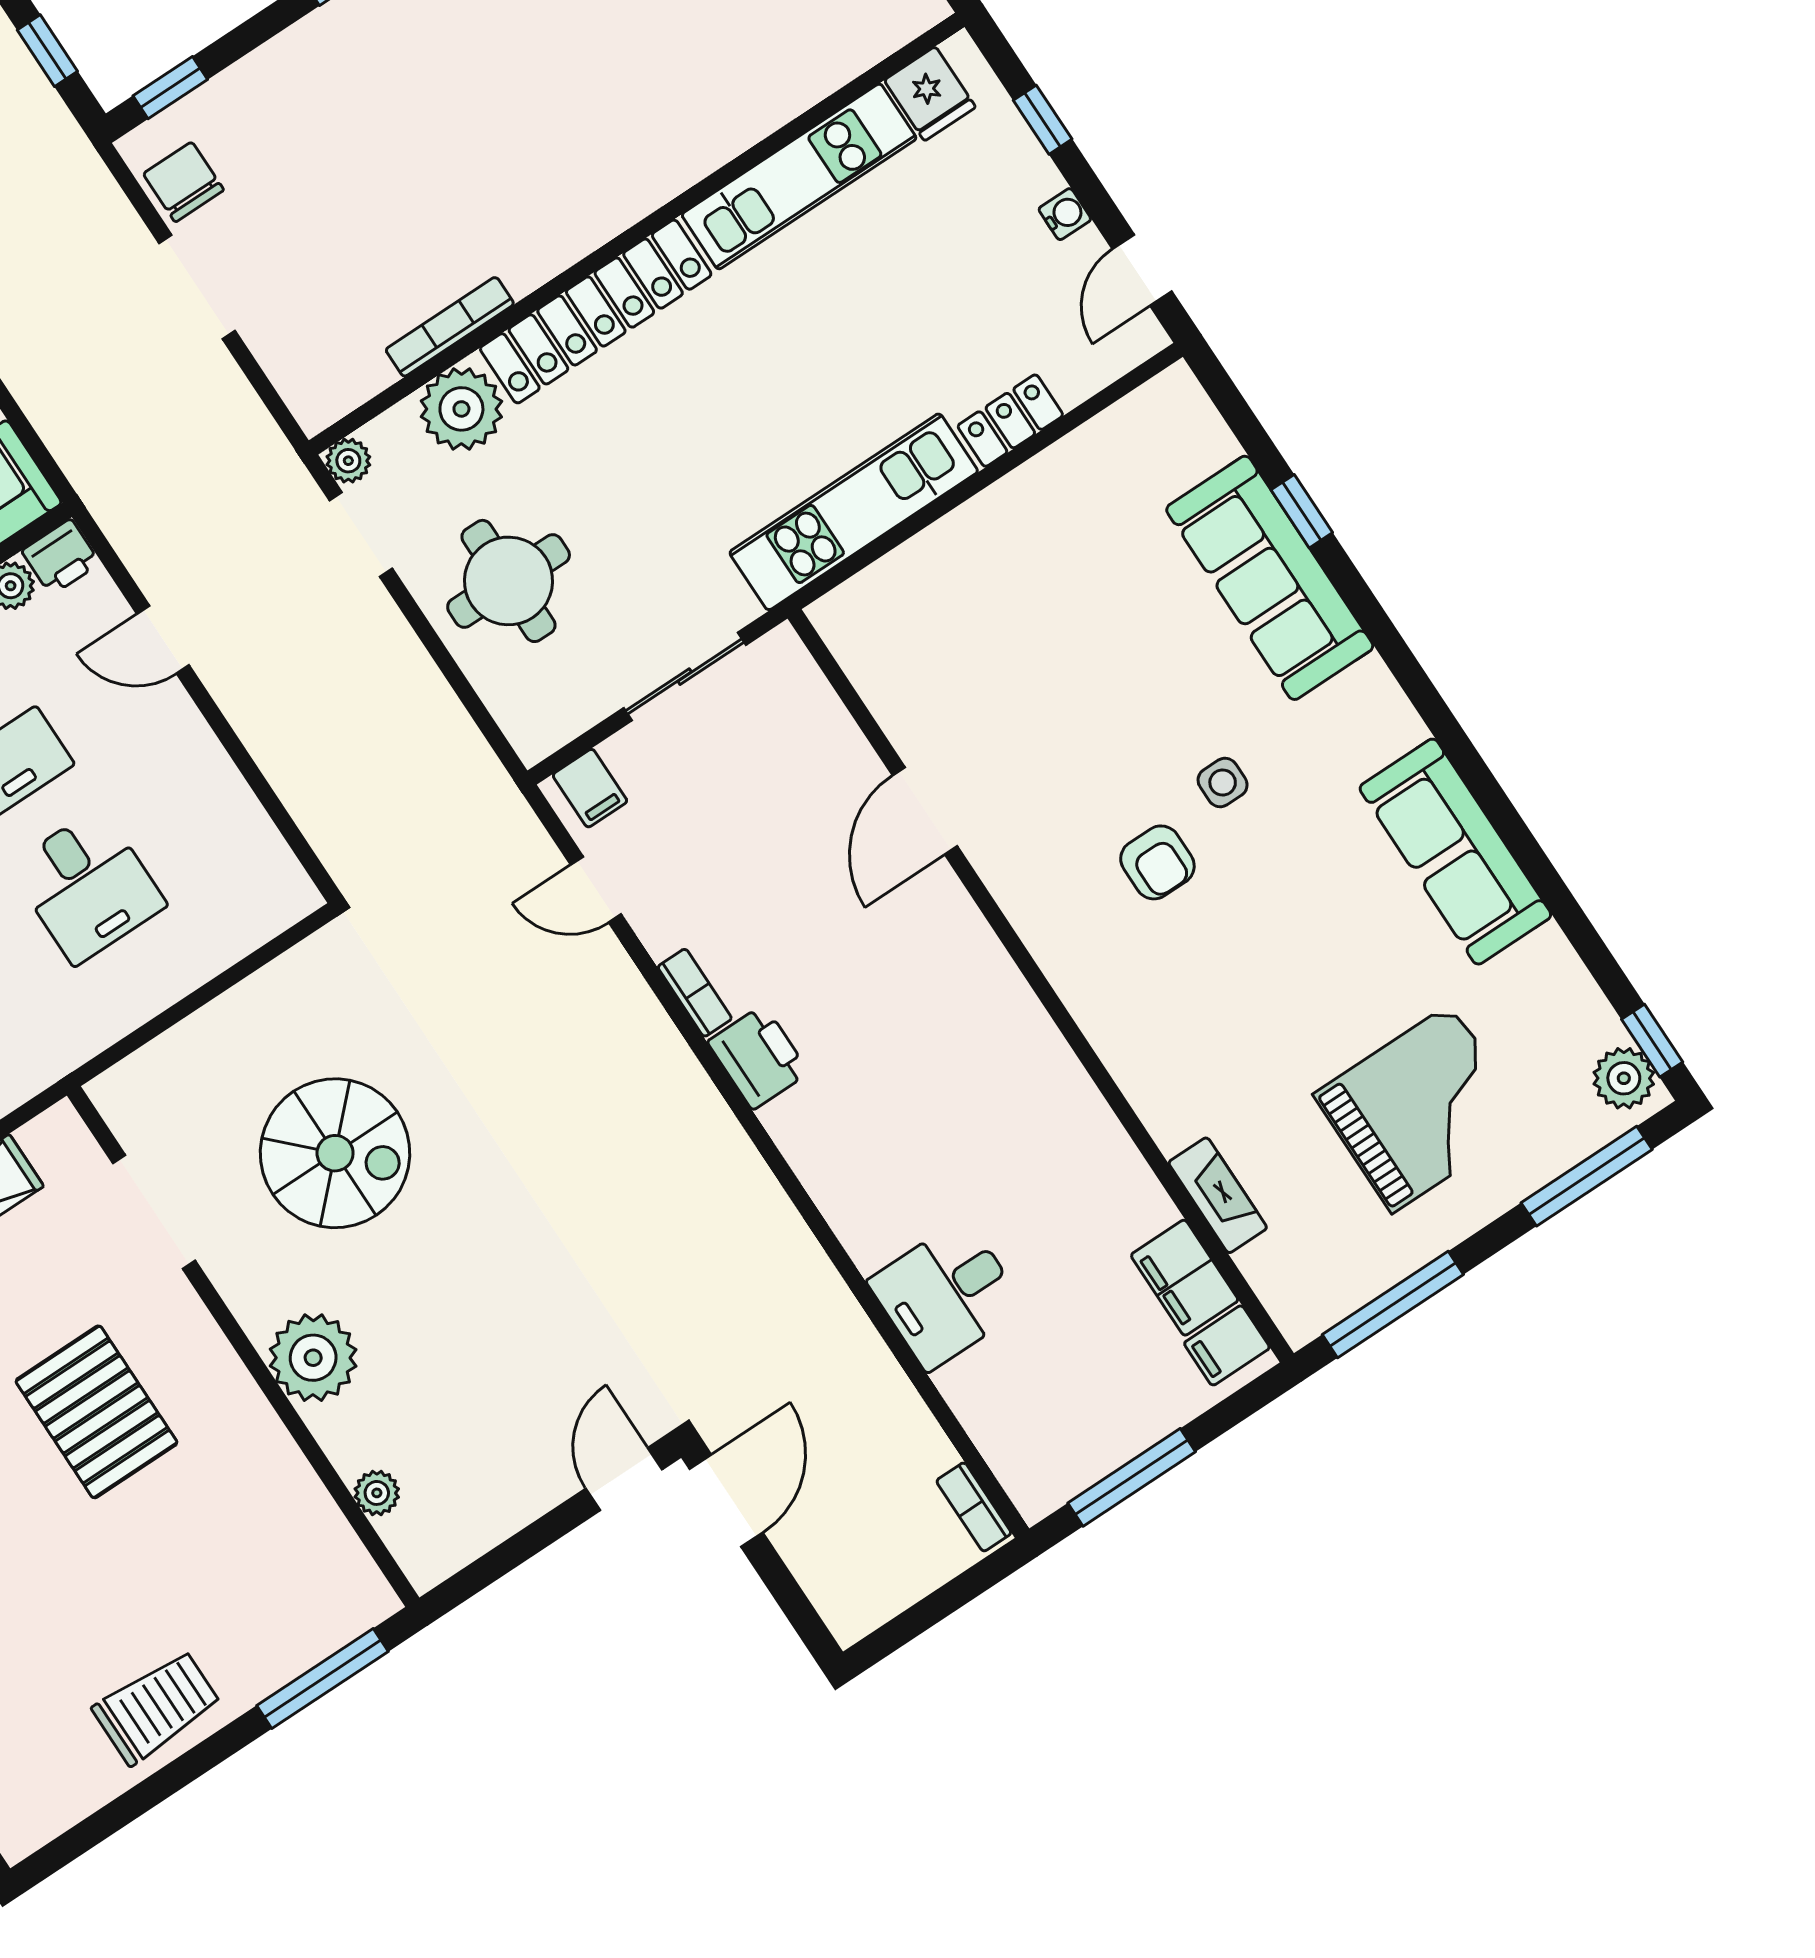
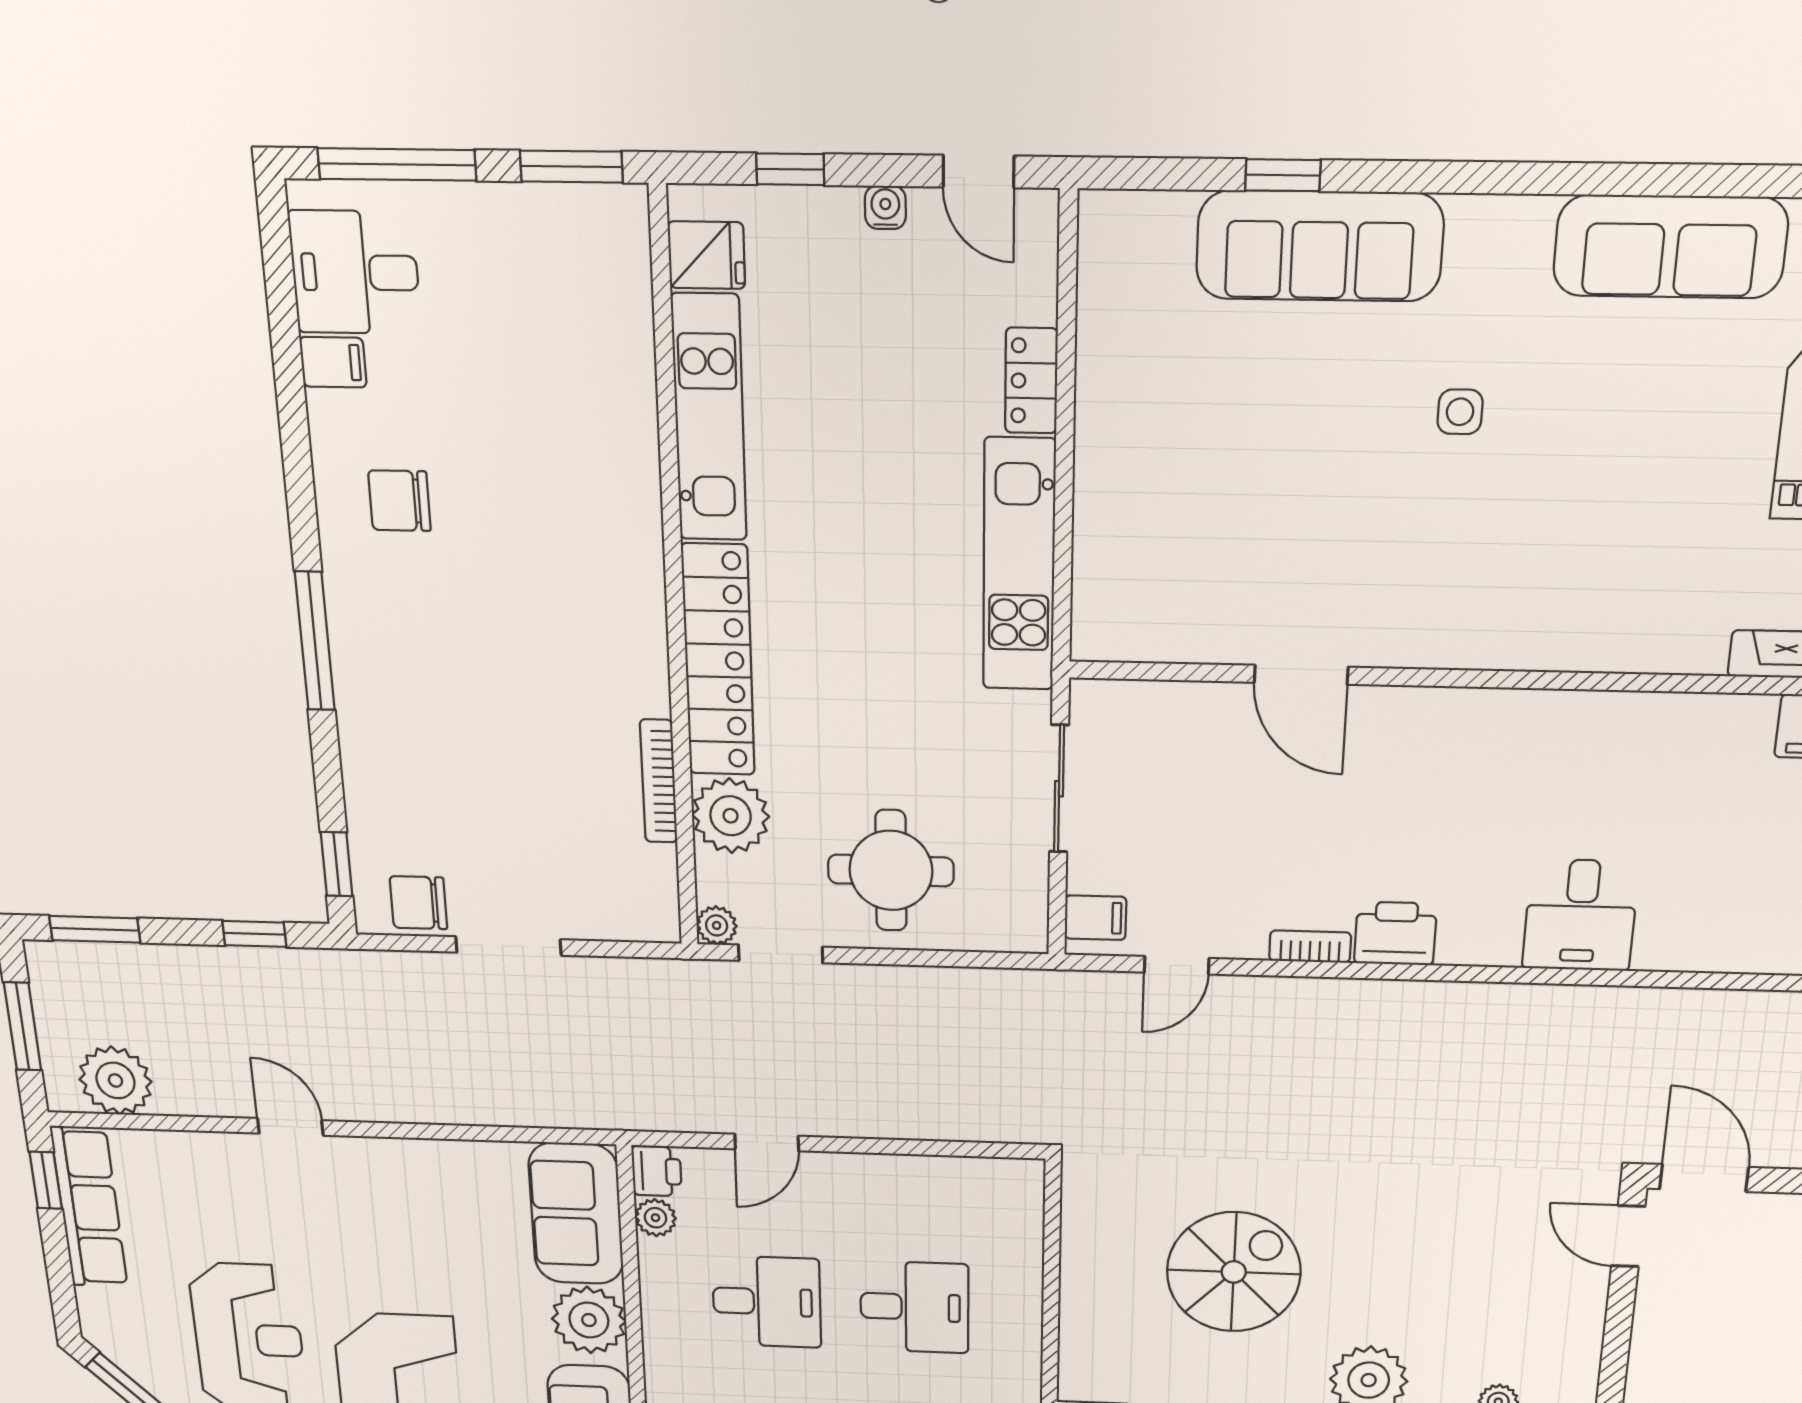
armchair: (1157, 862) -> (1484, 514), removed
desk: (946, 1294) -> (1580, 915), moved

